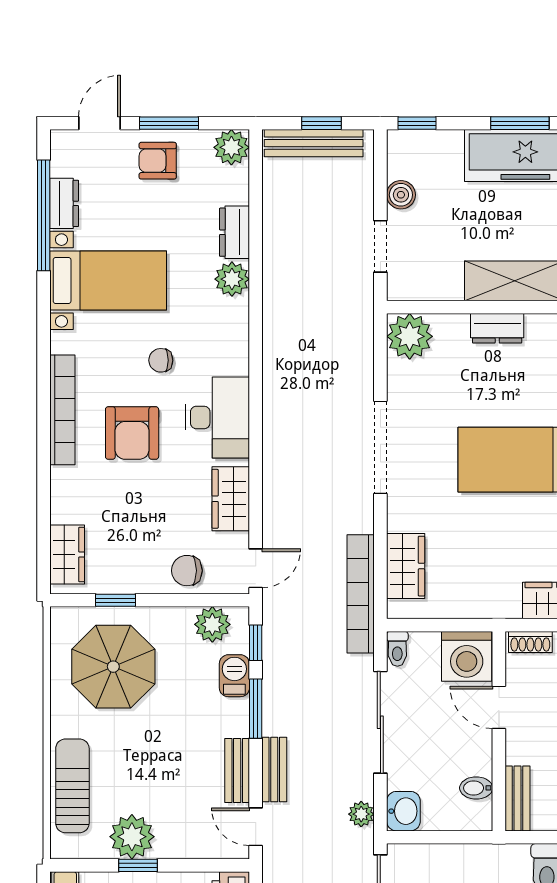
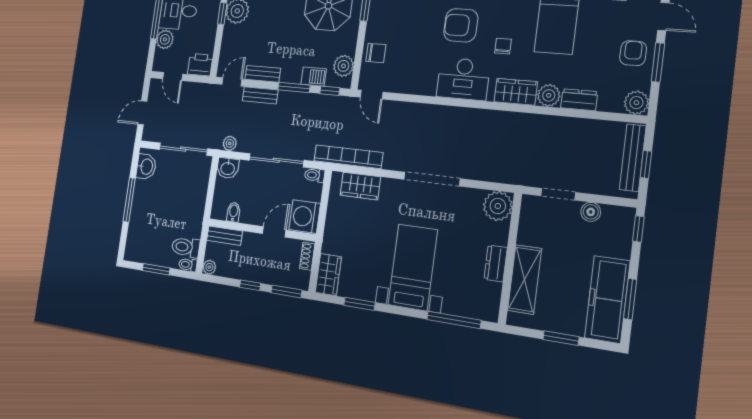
wardrobe: (231, 499) -> (516, 92), moved
chair: (187, 571) -> (376, 53), turned 90

